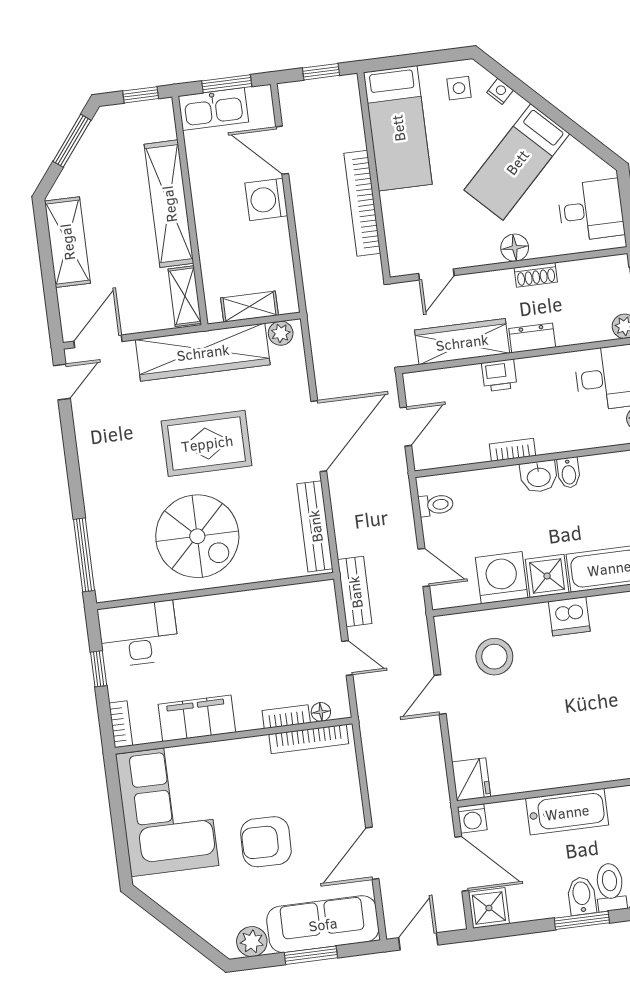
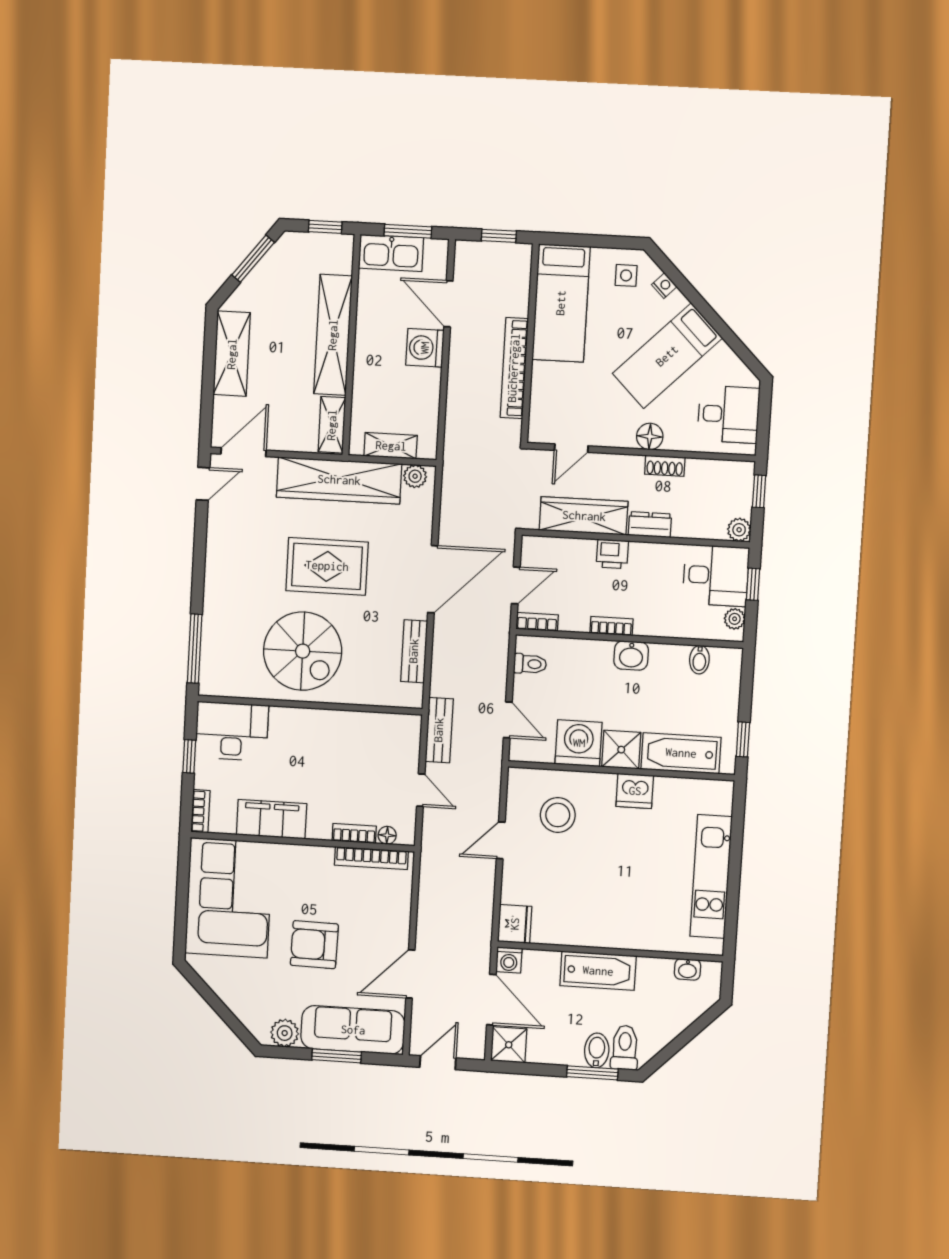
bookcase: (435, 460) -> (537, 622), added
bidet: (569, 473) -> (699, 660), moved
bench: (315, 526) -> (414, 651), width x0.73

